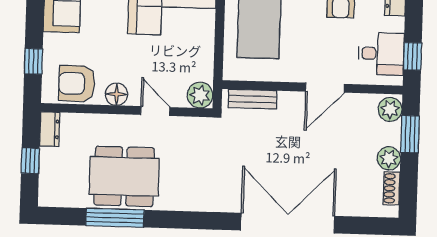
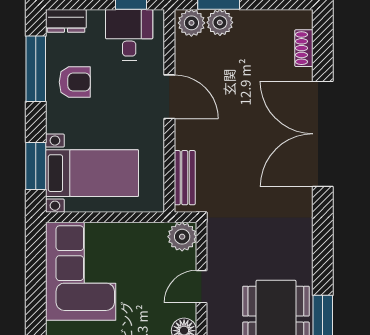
plant: (389, 158) -> (220, 22), moved
shoe rack: (392, 188) -> (304, 48), moved, turned 90

